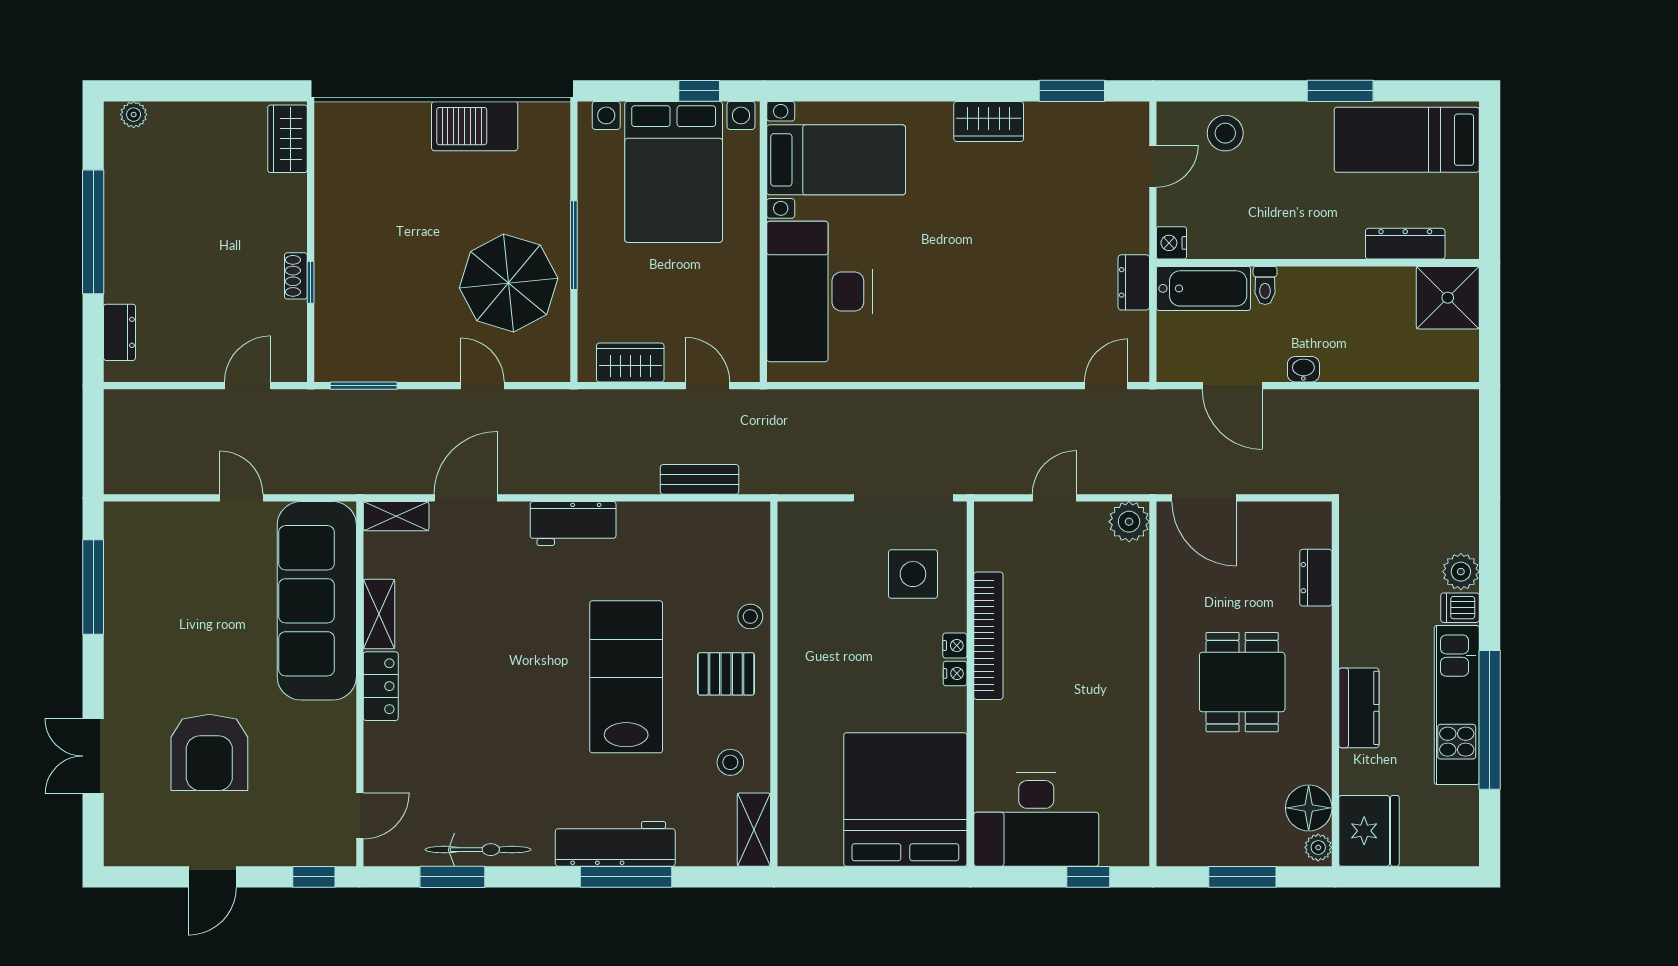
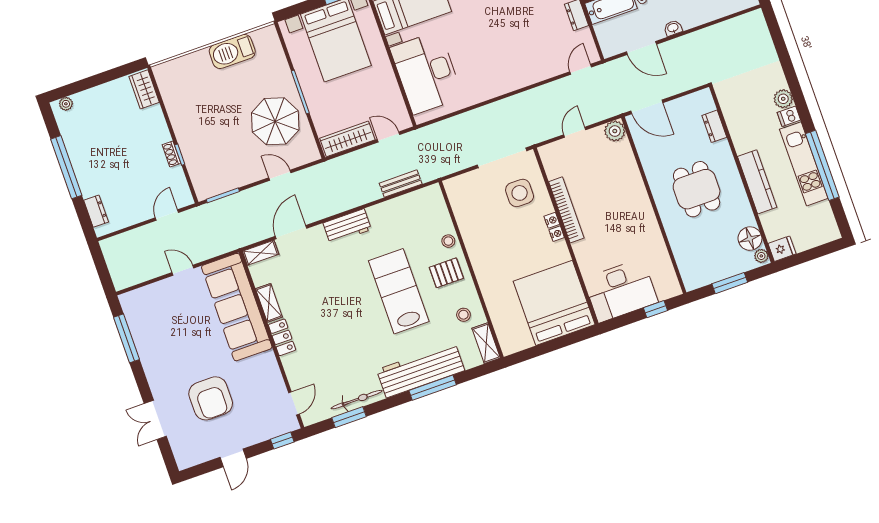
wardrobe: (630, 363) -> (347, 139), width x1.50
kitchen counter: (1359, 708) -> (757, 182), width x1.50
fridge: (1369, 831) -> (782, 249), width x0.53, depth x0.75
workbench: (615, 844) -> (421, 370), width x1.36, depth x1.32

